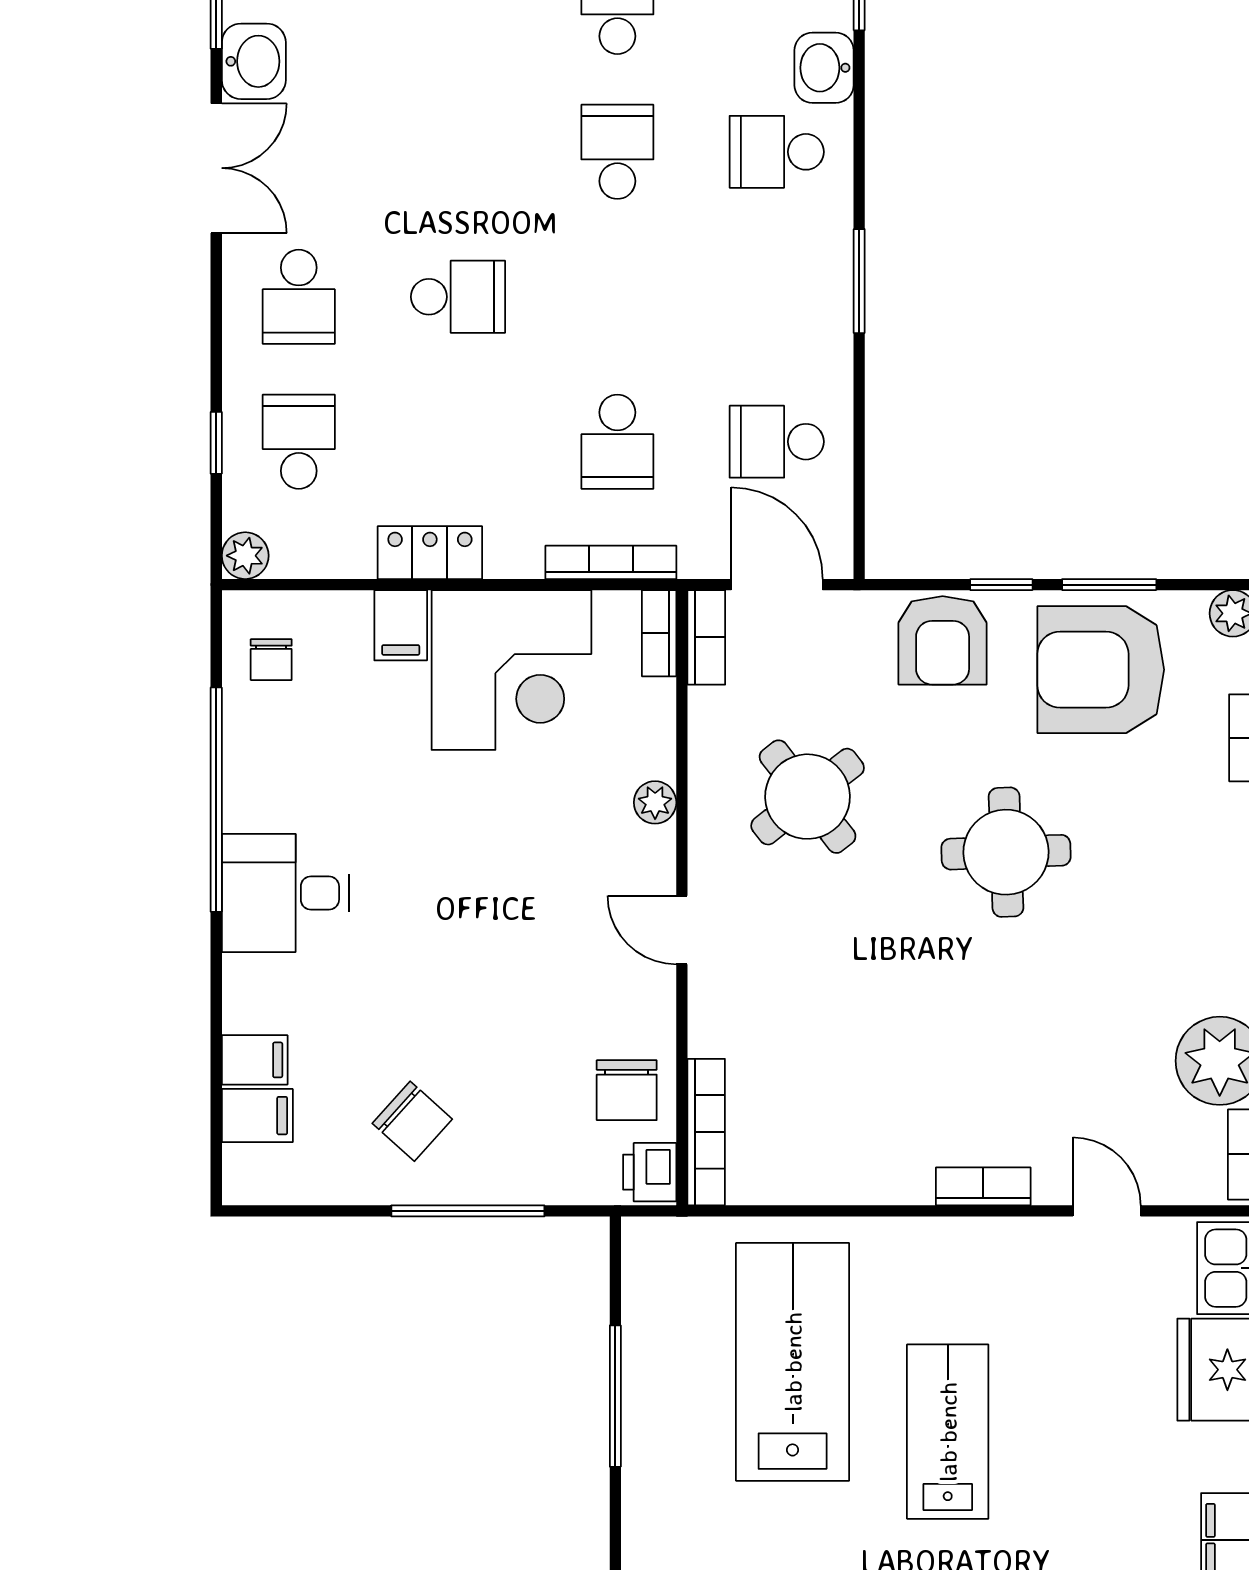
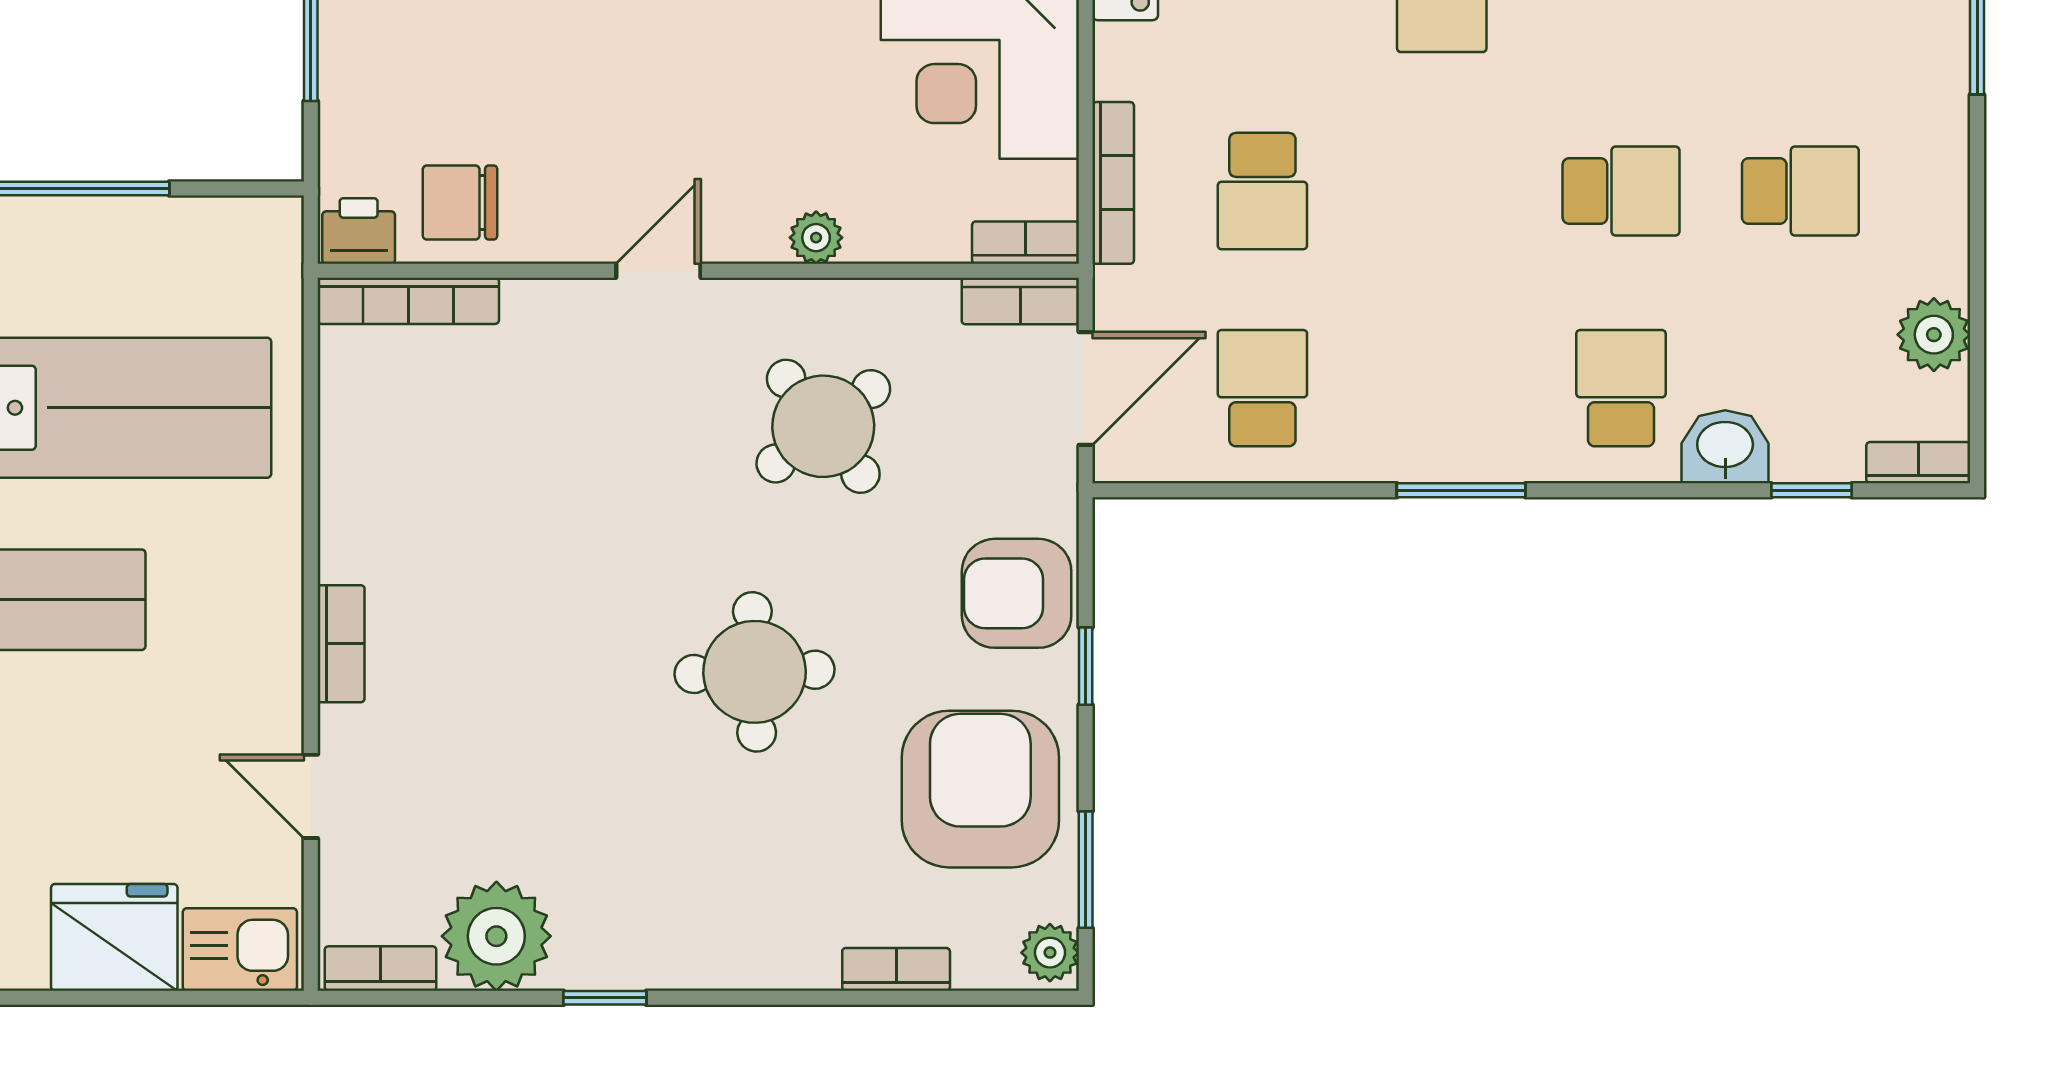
school desk: (617, 442) -> (1262, 191), turned -90
window: (1109, 585) -> (1086, 870), moved
door: (1107, 1211) -> (311, 796), swing flipped

